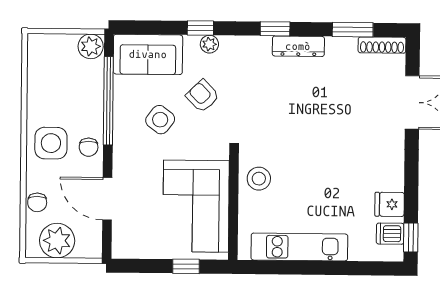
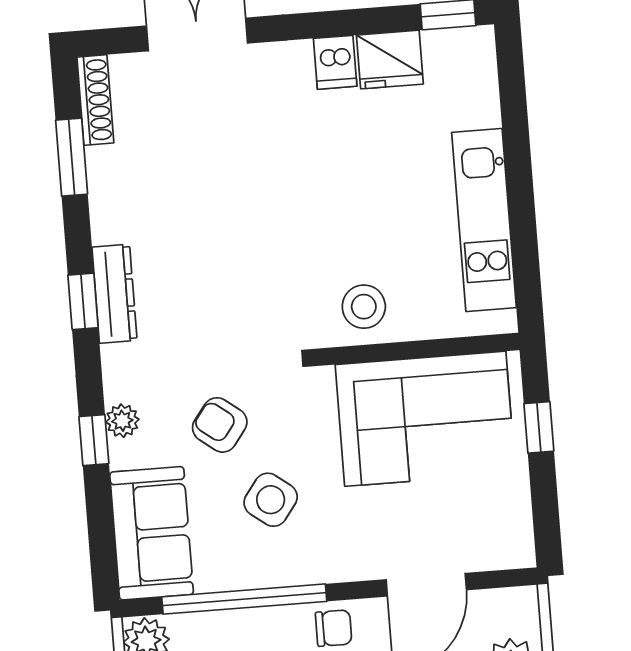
dresser: (298, 46) -> (114, 294), moved
armchair: (203, 96) -> (220, 425), turned 81
fridge: (390, 204) -> (390, 60), width x1.38
dishwasher: (390, 234) -> (335, 62), moved

